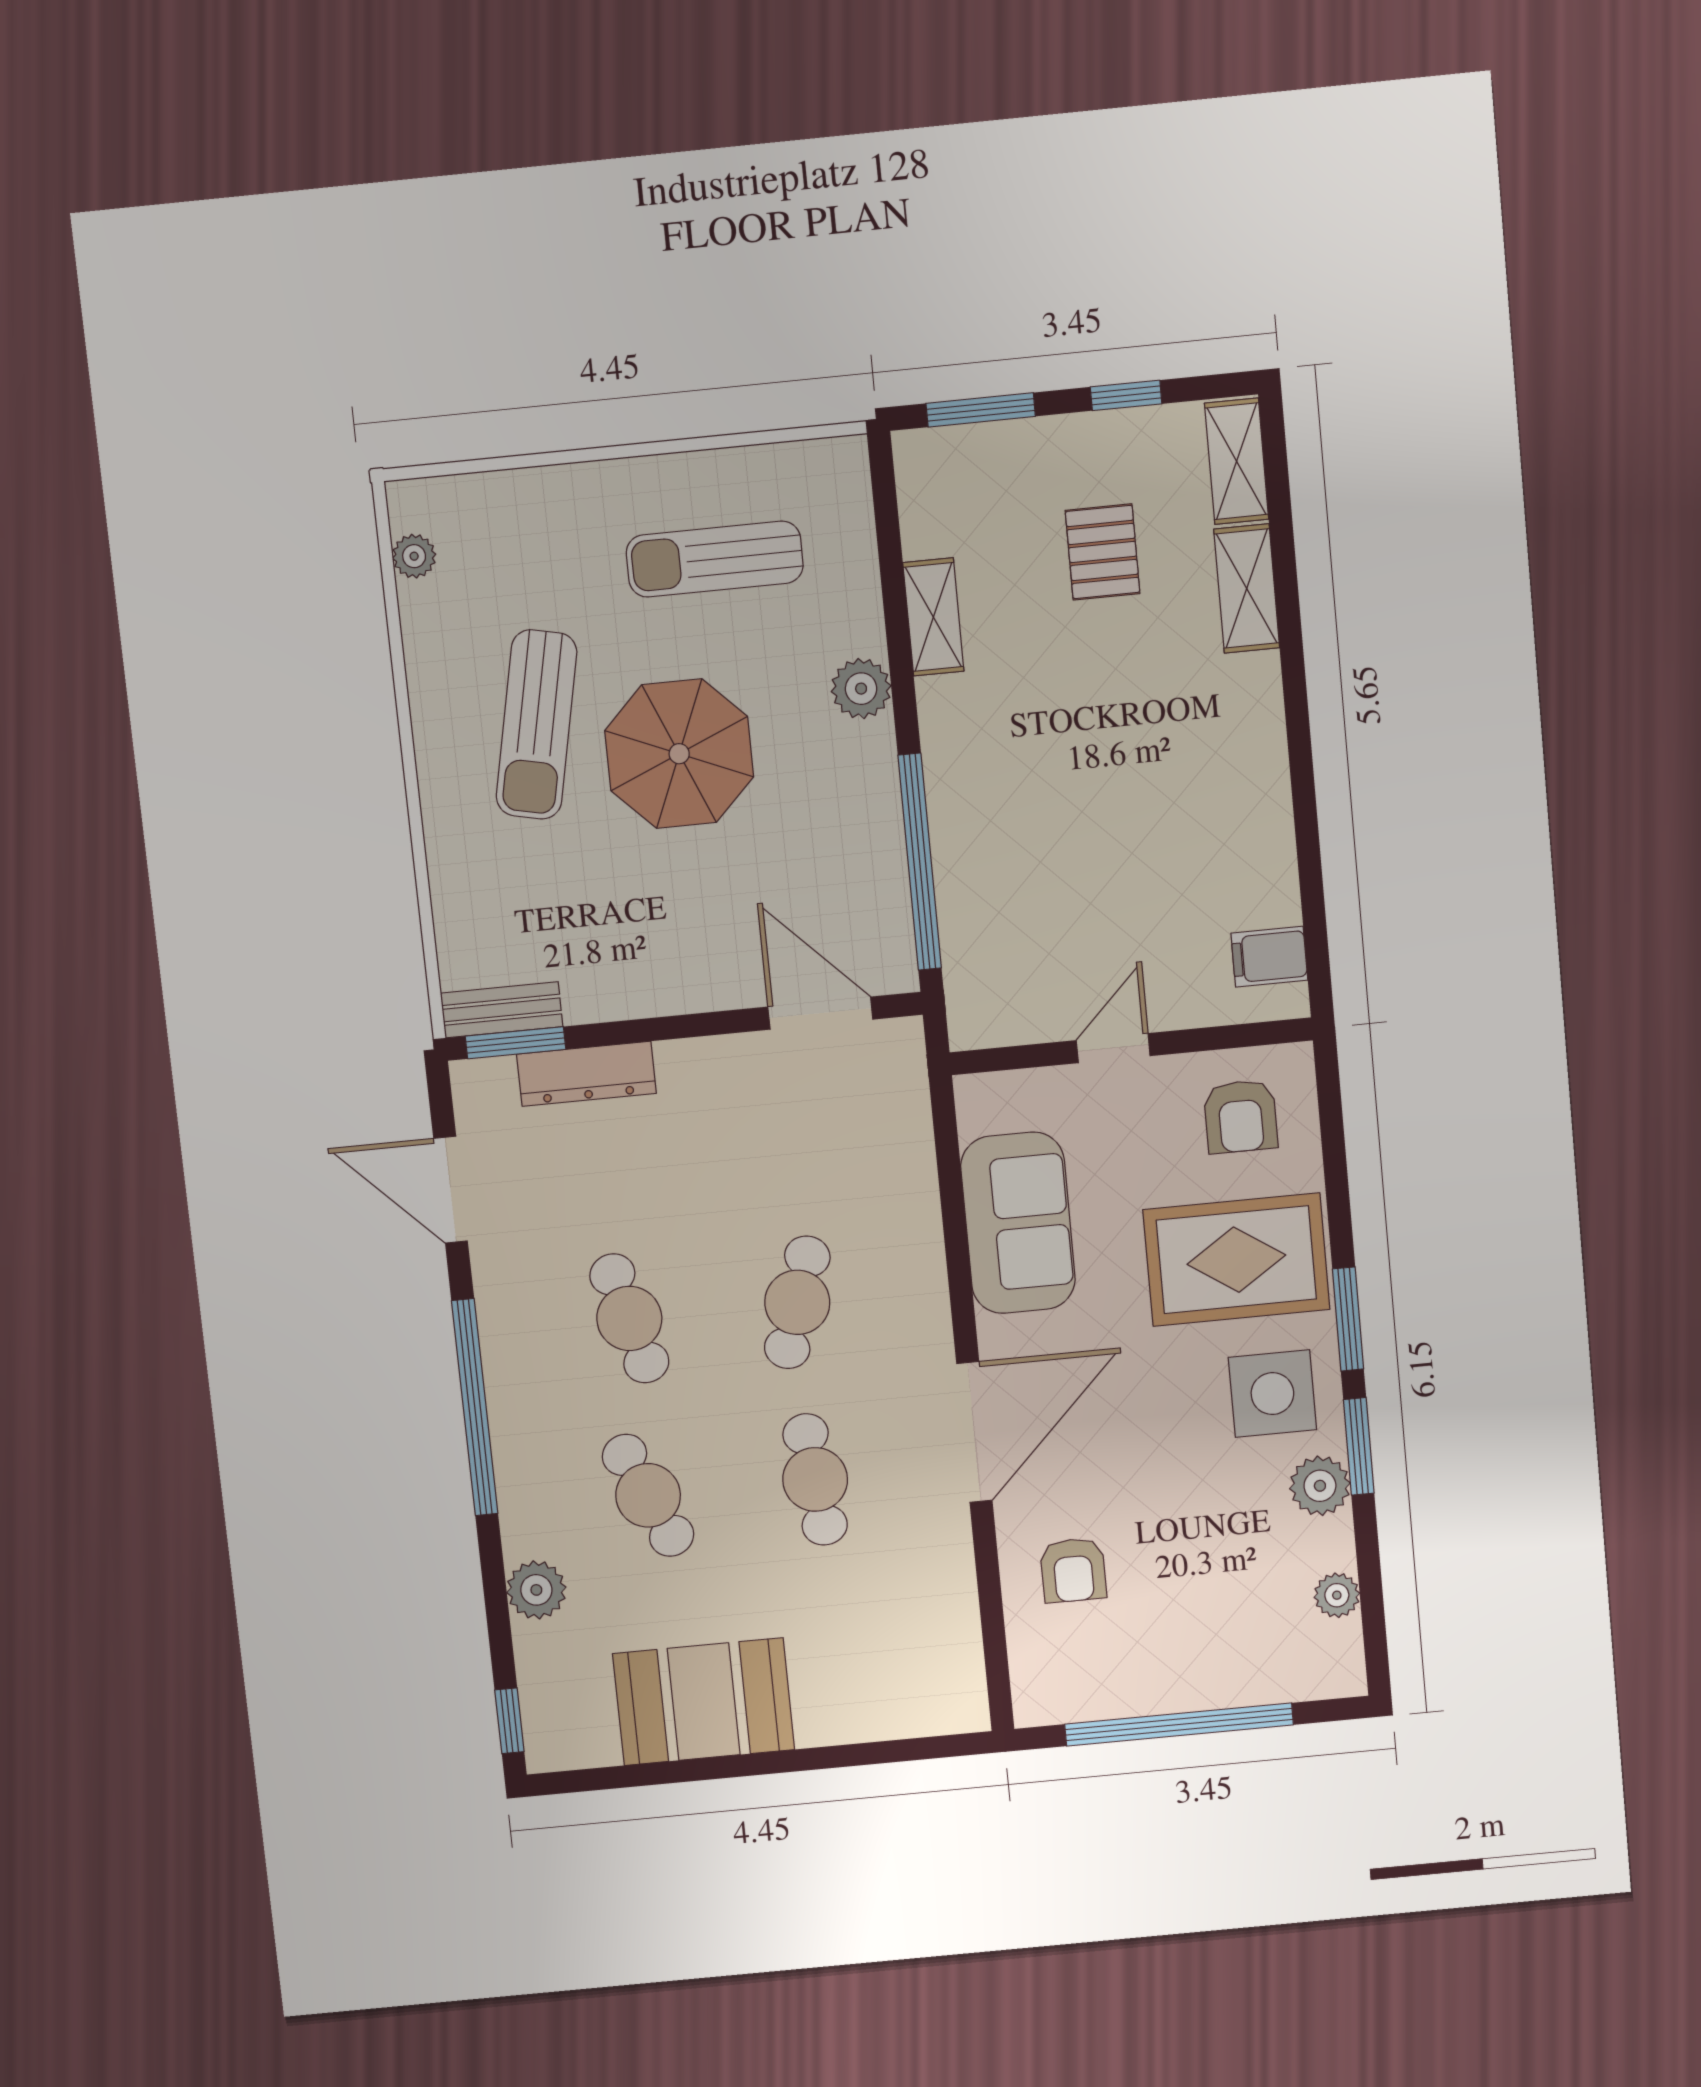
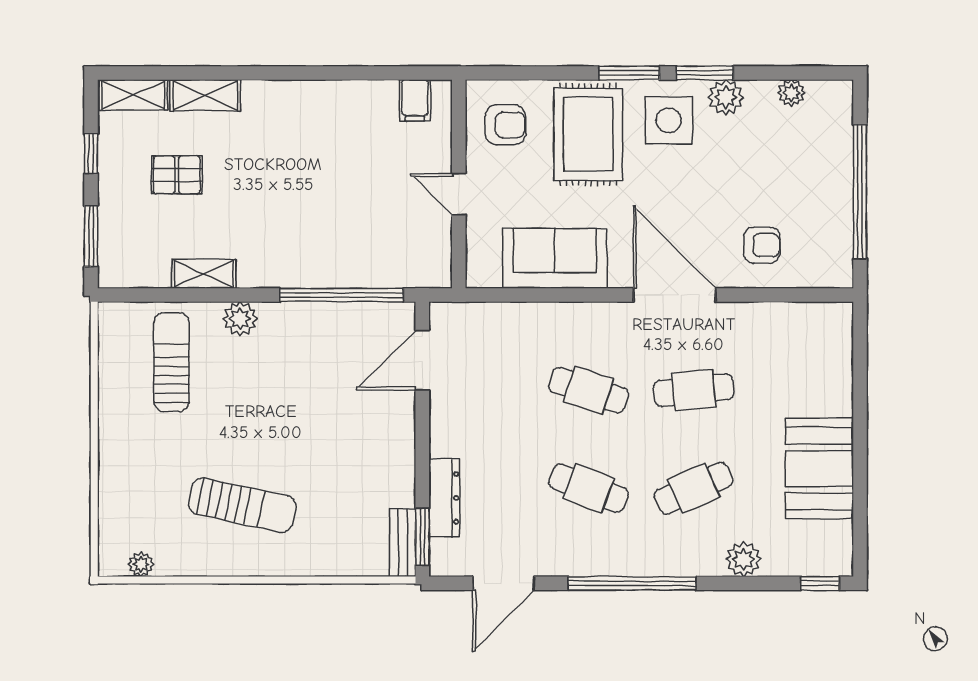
sun lounger: (715, 559) -> (171, 362), moved, turned 180
parasol: (679, 754) -> (267, 426), removed
cafe table: (629, 1318) -> (589, 488), turned 36

